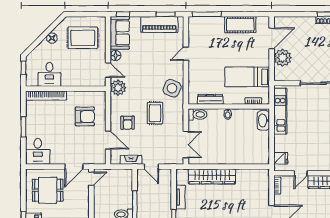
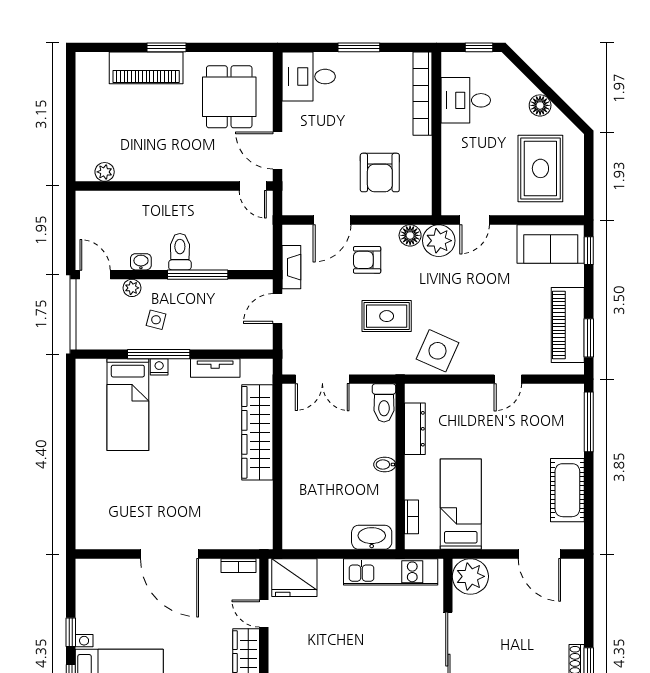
door: (186, 54) -> (508, 379), swing flipped
floor lamp: (116, 55) -> (410, 235), moved
plant: (283, 58) -> (470, 576), moved
fridge: (281, 158) -> (294, 578), width x1.88, depth x1.34

